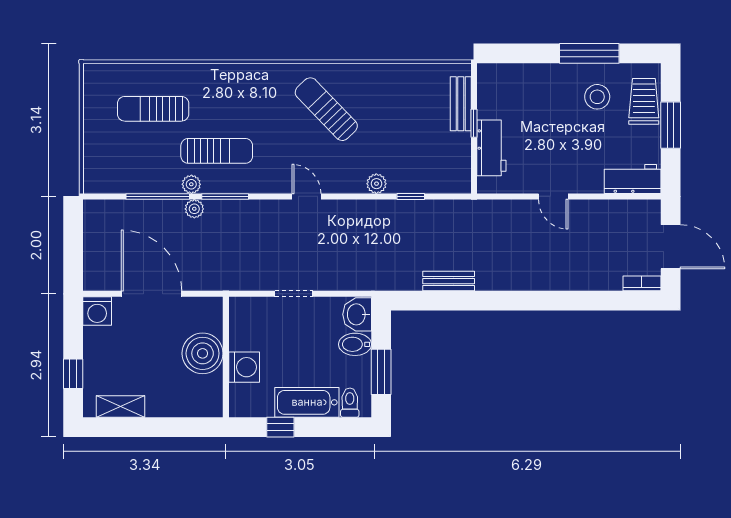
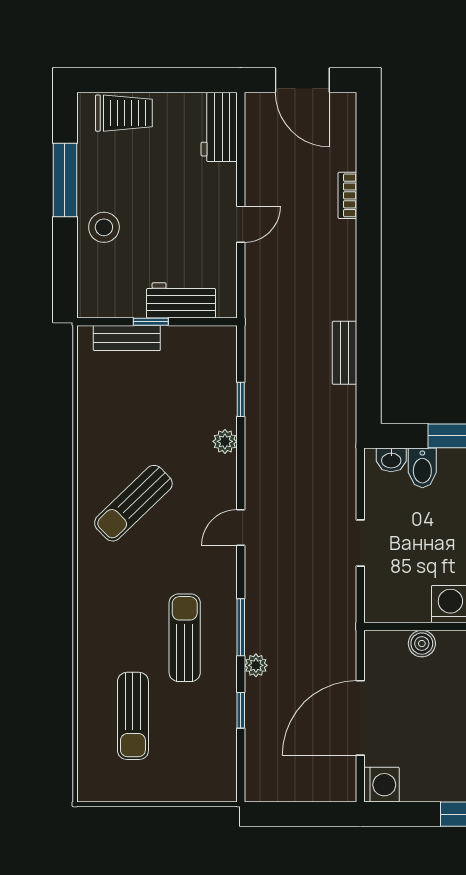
stool: (597, 97) -> (104, 227), moved
trolley: (644, 101) -> (124, 113), turned 180
window: (671, 125) -> (153, 80), removed
plant: (191, 184) -> (226, 669), removed
window: (158, 196) -> (241, 710), width x0.46
door: (671, 247) -> (302, 80), swing flipped
bookcase: (642, 283) -> (347, 195), moved
washbasin: (357, 314) -> (391, 460), width x0.72, depth x0.69
boiler: (203, 353) -> (422, 644), width x0.54, depth x0.54

